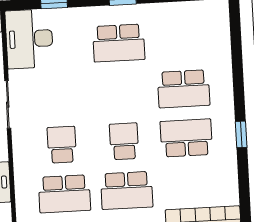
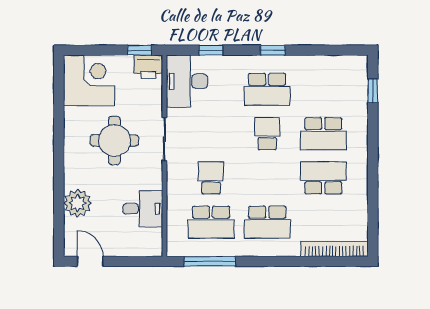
window: (241, 134) -> (373, 91), moved
school desk: (124, 141) -> (267, 134), moved

